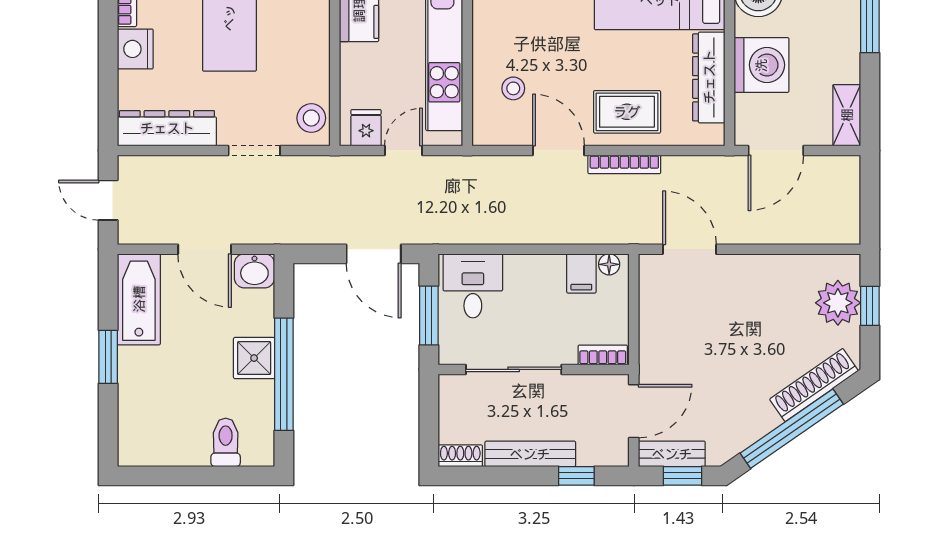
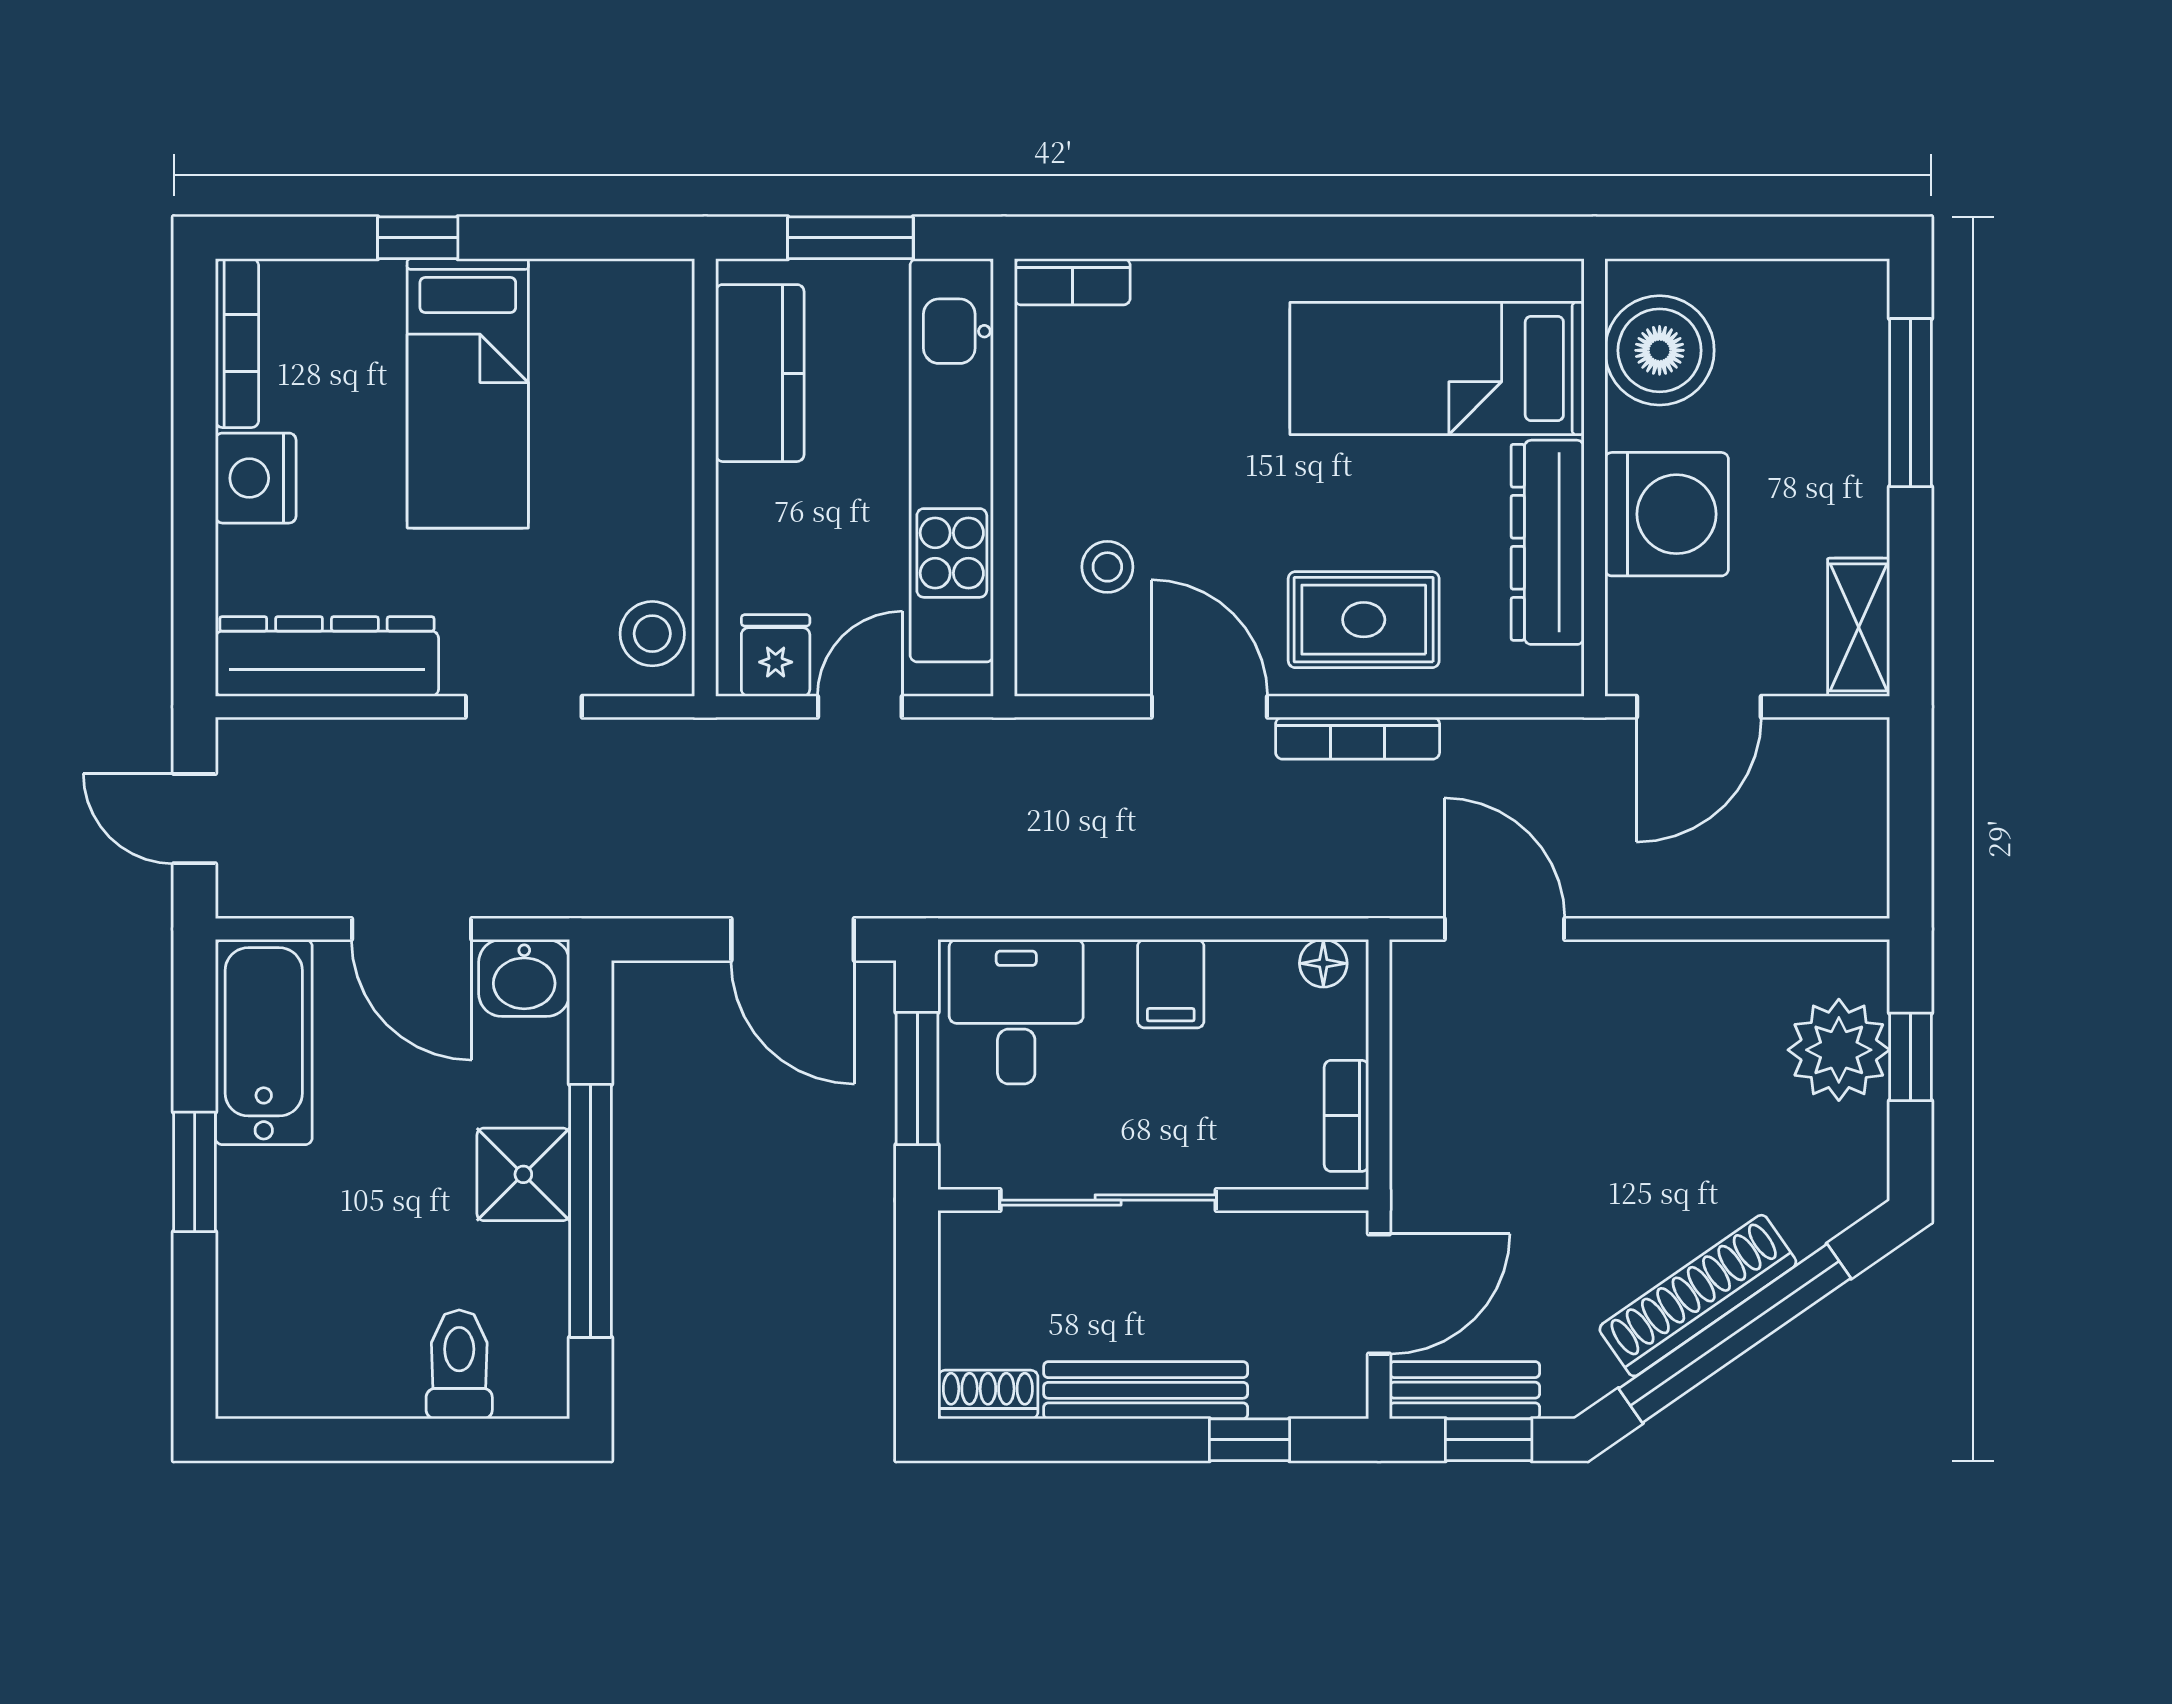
filing cabinet: (581, 273) -> (1171, 984), moved
bookcase: (603, 355) -> (1346, 1116), moved, turned -90
shoe rack: (814, 385) -> (1698, 1296), moved

